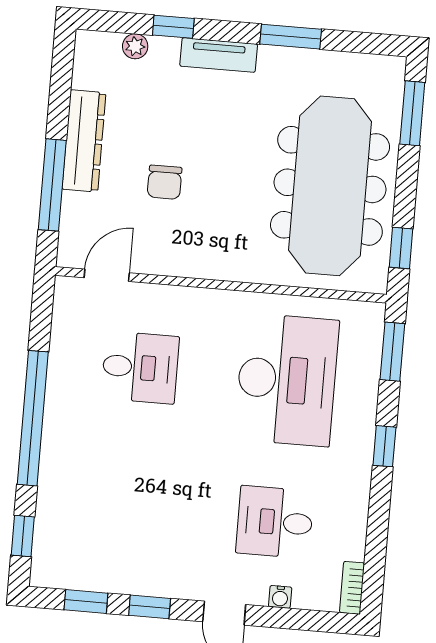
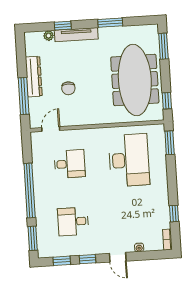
tv unit: (219, 55) -> (76, 35), width x1.41
window: (384, 446) -> (174, 214), moved
desk: (275, 522) -> (73, 222), moved
window: (23, 536) -> (33, 238), width x1.50

